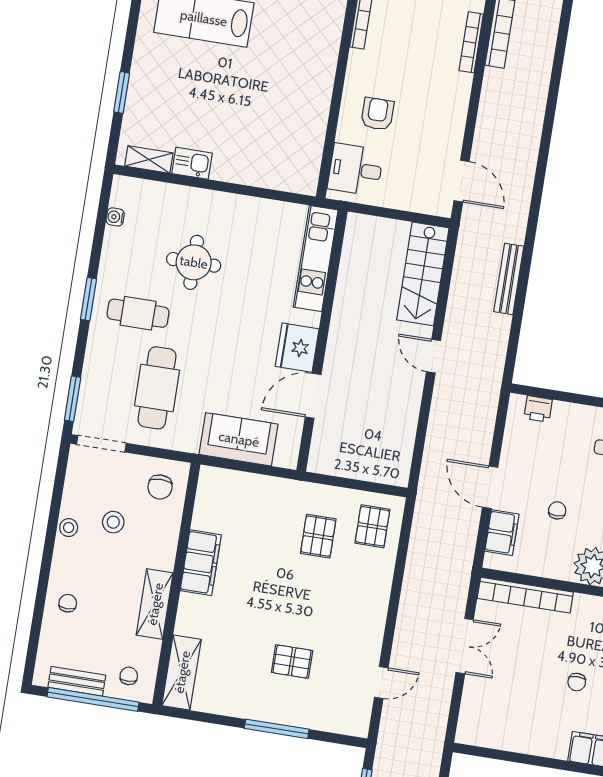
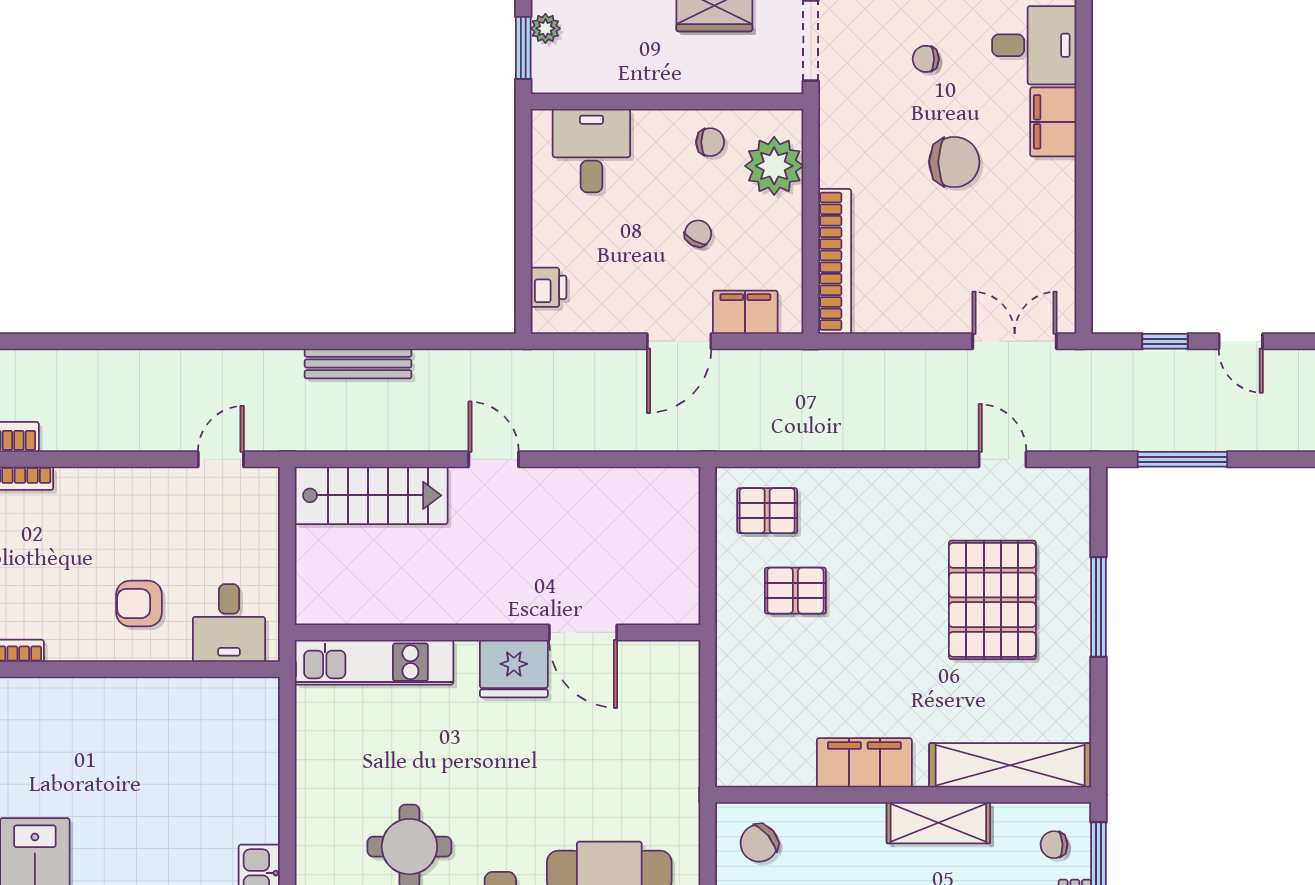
door: (462, 181) -> (221, 459), width x0.73
door: (434, 356) -> (494, 459), swing flipped
sofa: (239, 439) -> (668, 735), removed
chair: (160, 487) -> (759, 843), turned 140
chair: (557, 510) -> (698, 234), turned 119
double door: (465, 646) -> (1015, 341), moved
pallet: (292, 662) -> (992, 600), width x2.05, depth x2.00
shelving: (182, 672) -> (1010, 765), width x1.47
chair: (577, 682) -> (954, 162), width x1.87, depth x1.87

